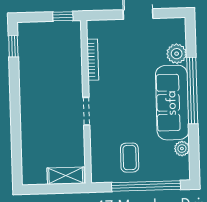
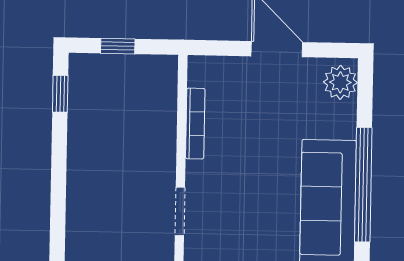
window: (63, 16) -> (118, 46), moved
plant: (177, 54) -> (340, 82), moved

